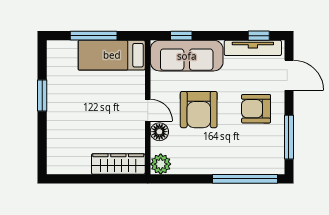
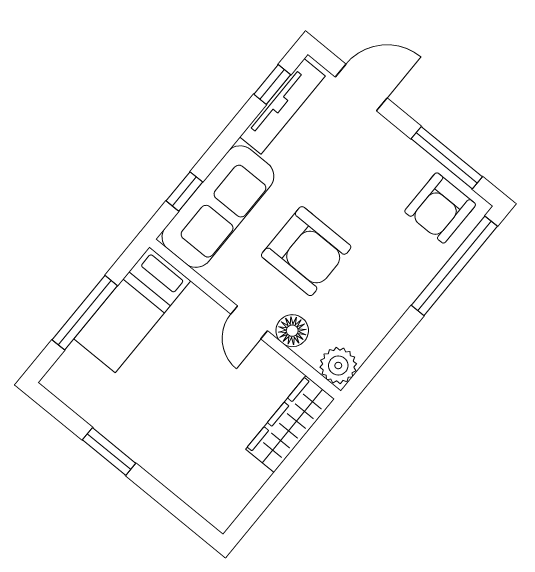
armchair: (256, 109) -> (440, 208), moved
door: (148, 110) -> (249, 322), swing flipped

